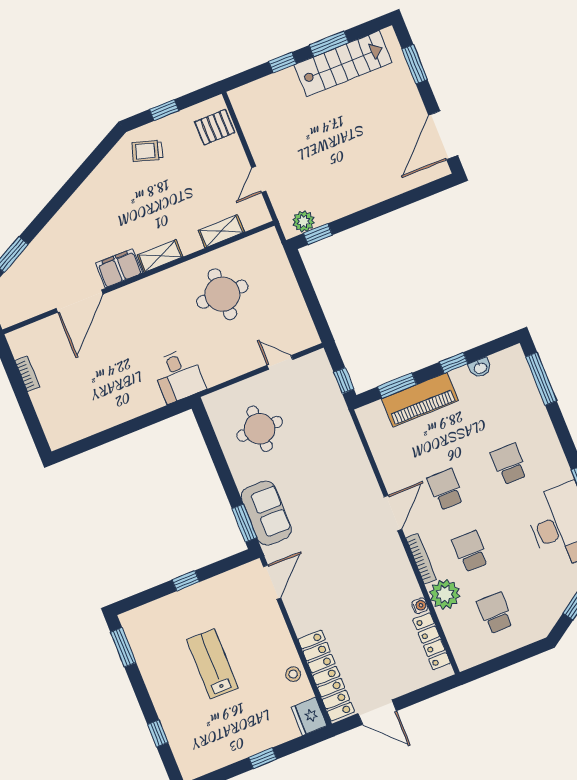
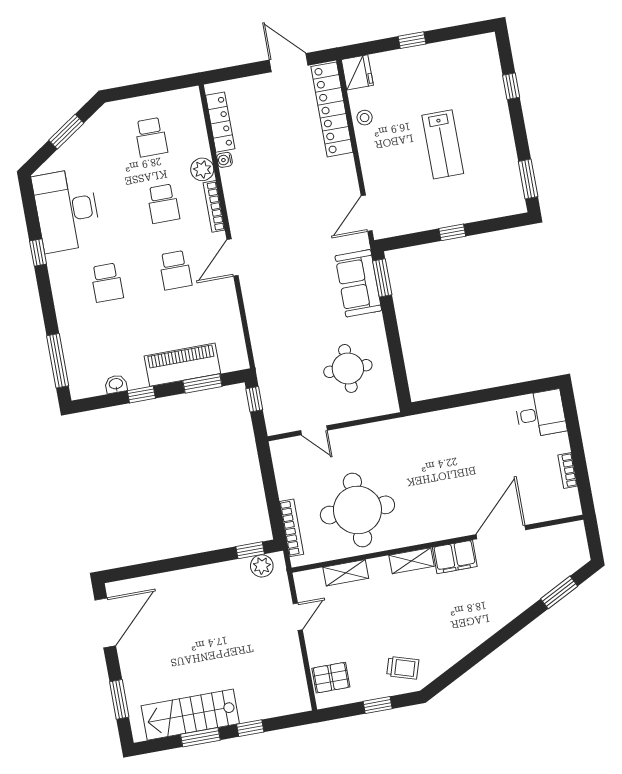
bookcase: (282, 264) -> (292, 528), added
round table: (222, 294) -> (357, 510), width x1.36, depth x1.36
desk: (178, 376) -> (541, 414), moved, turned 90
plant: (445, 594) -> (202, 169), width x0.73, depth x0.73

